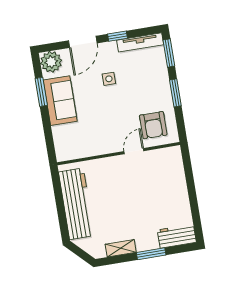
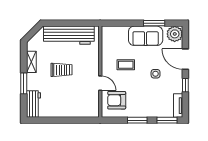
tv unit: (140, 42) -> (178, 106), width x0.71
coffee table: (103, 121) -> (126, 65), added
trolley: (125, 206) -> (61, 70), added

